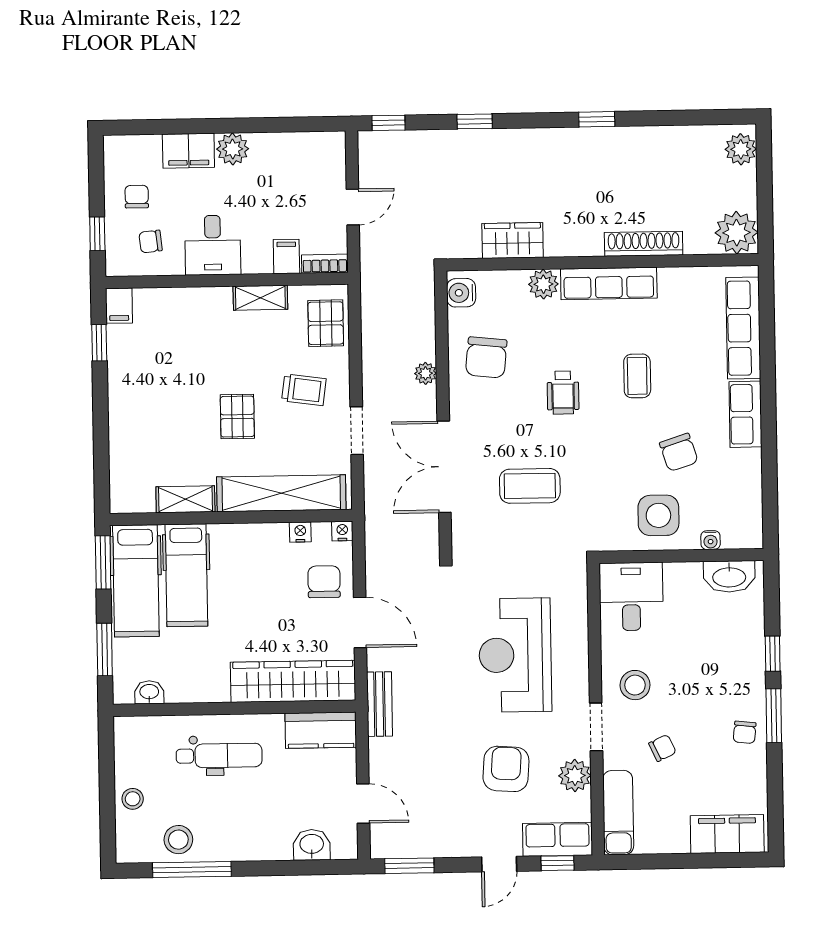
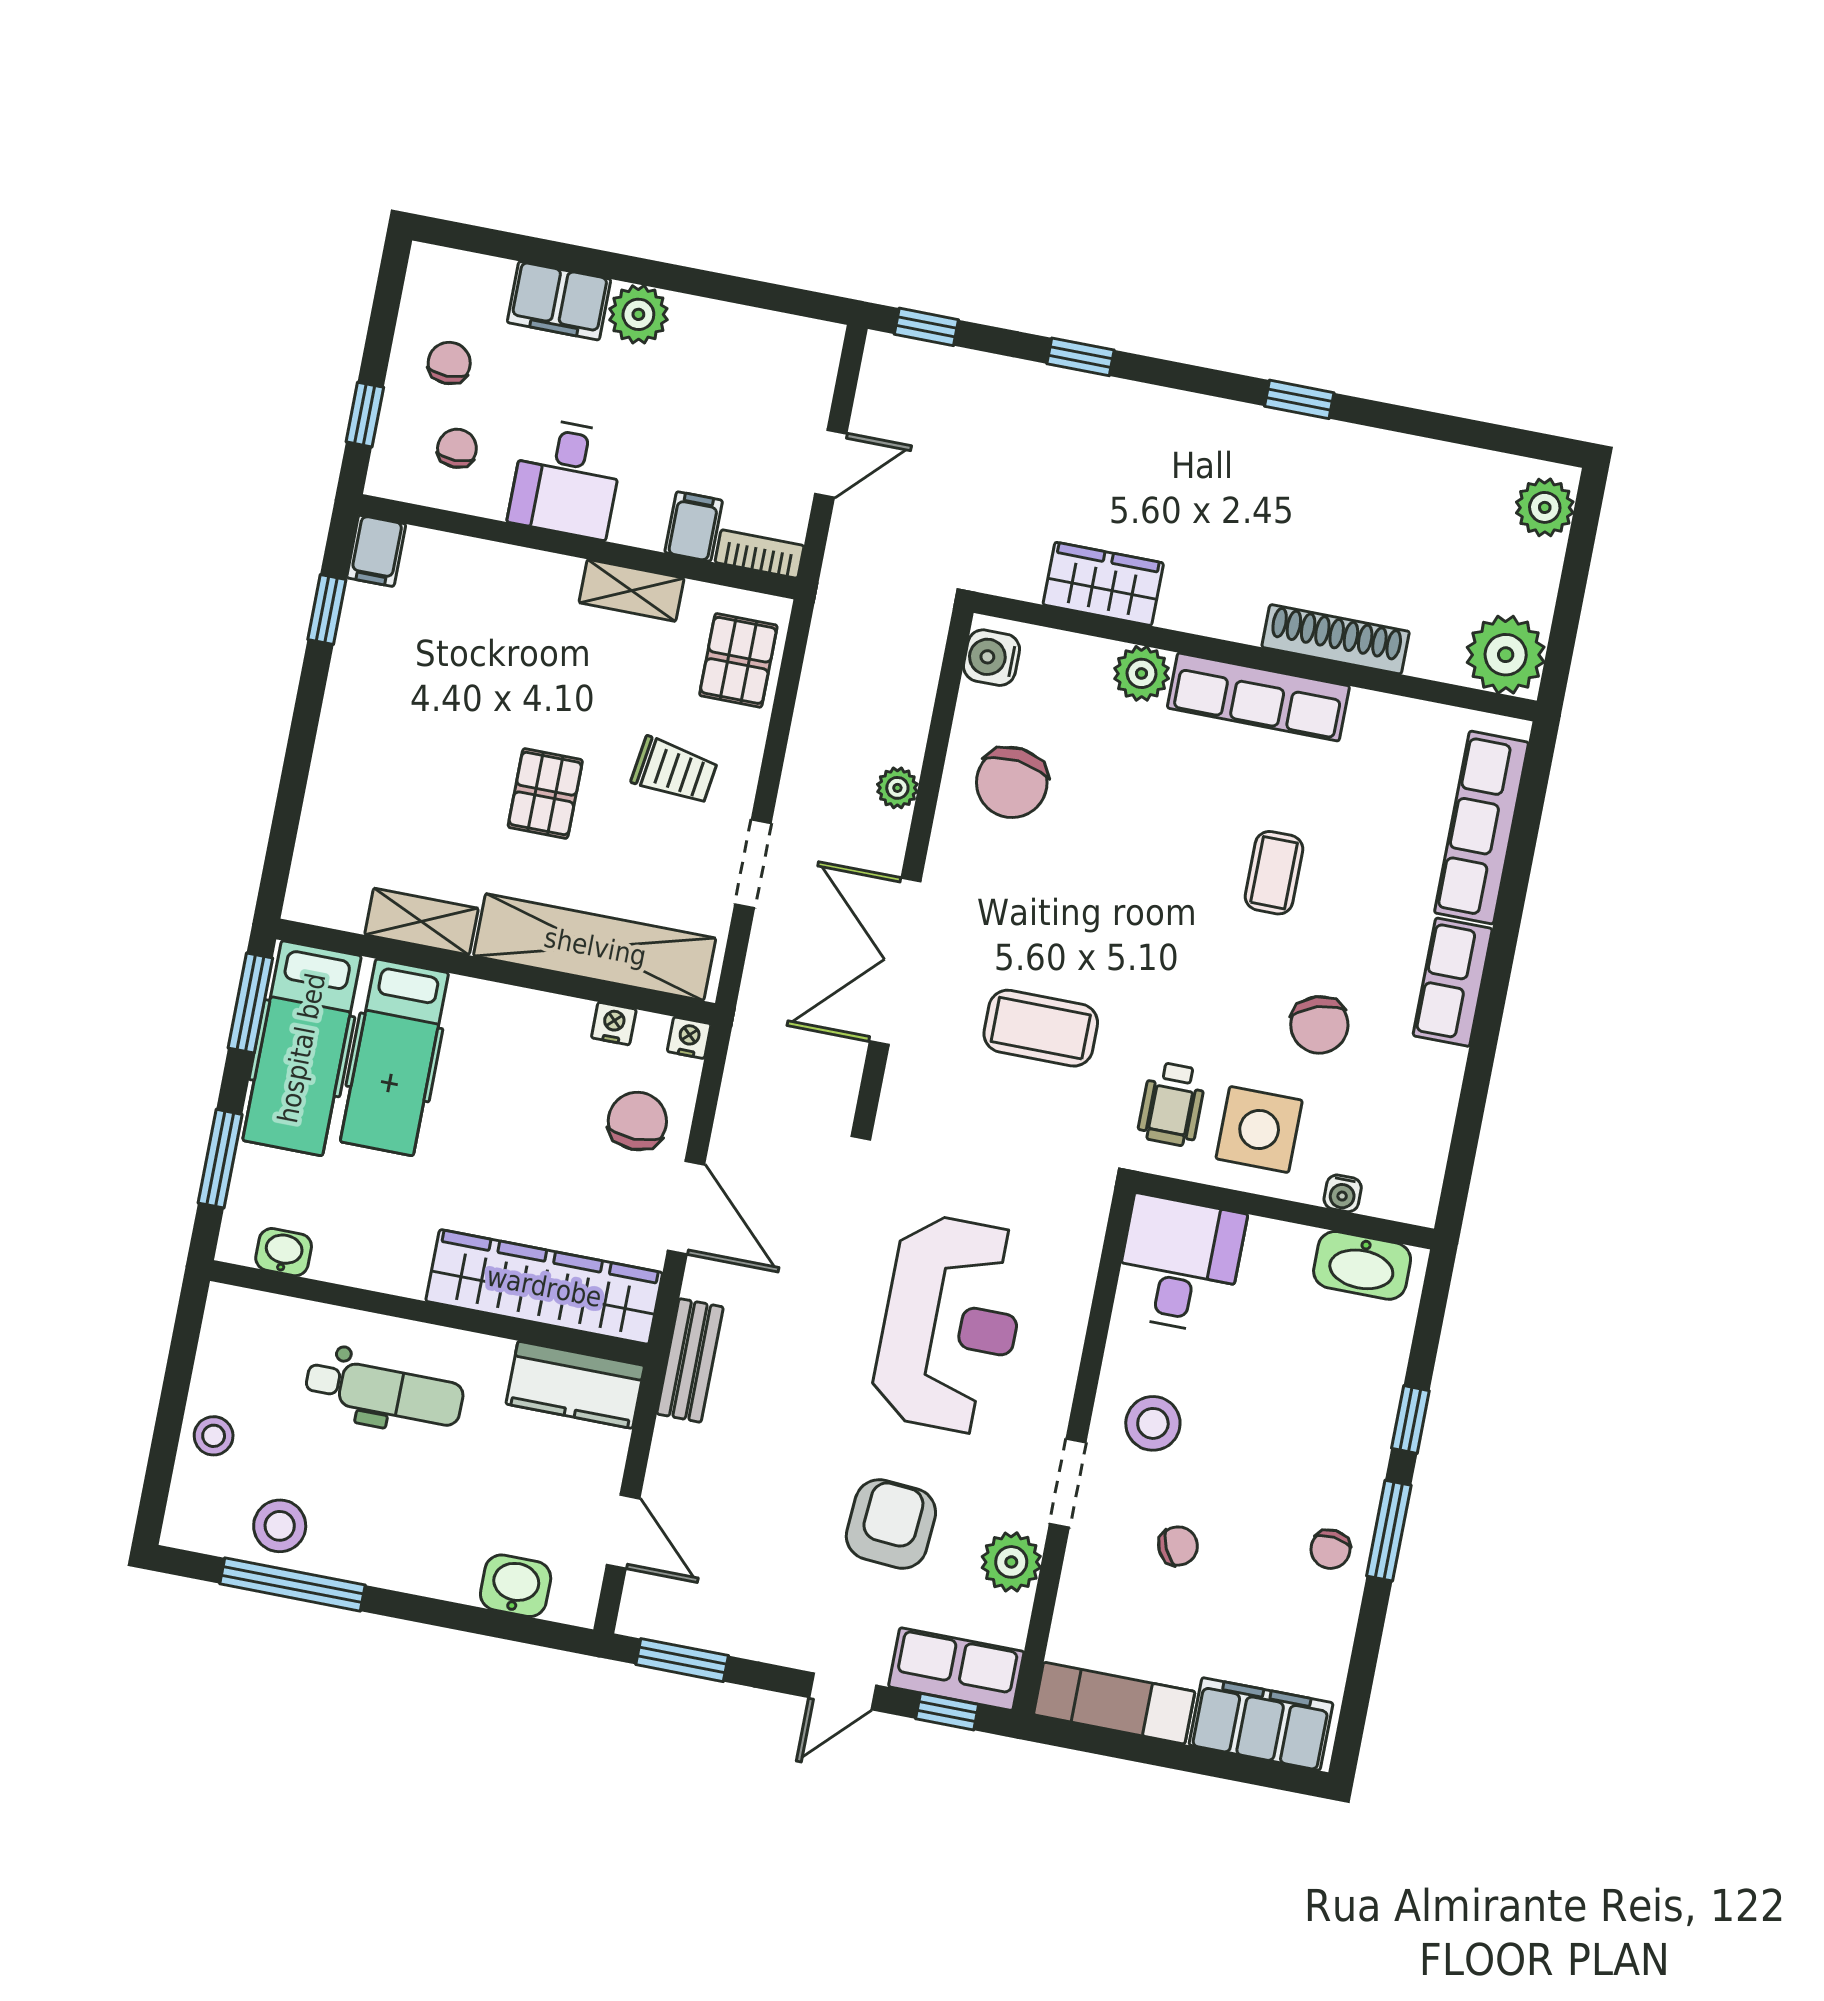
chair: (151, 241) -> (457, 448), turned 96
wheelchair: (563, 393) -> (1172, 1104), moved
reception desk: (515, 655) -> (951, 1324), turned 180
exam couch: (618, 813) -> (1114, 1703), moved, turned -90

